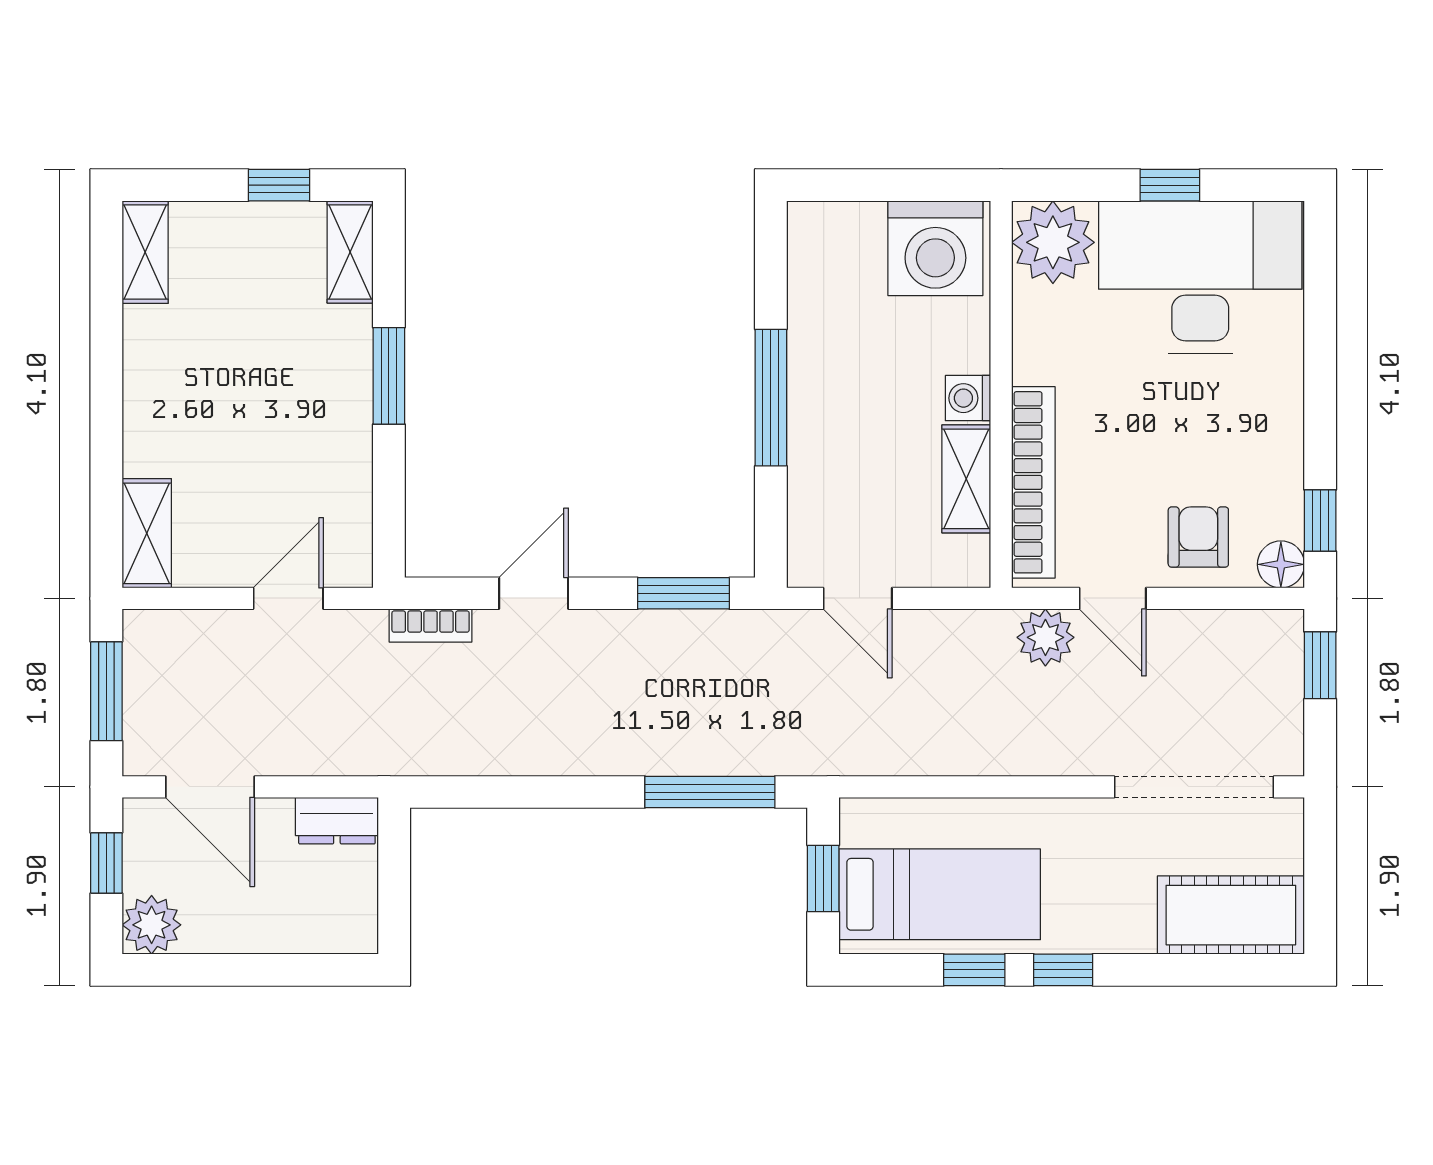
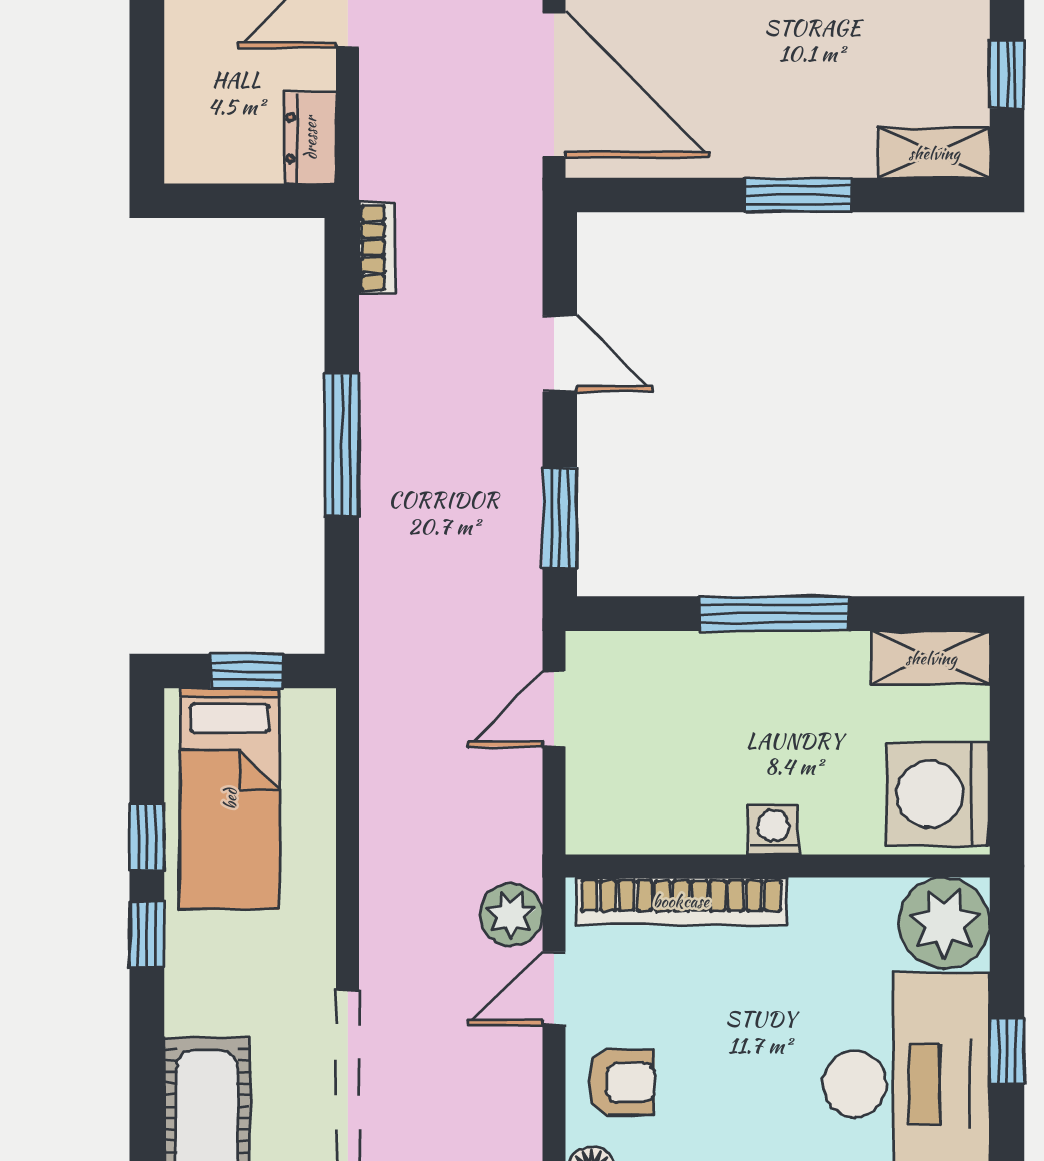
shelving: (966, 479) -> (931, 658), moved
door: (288, 598) -> (554, 85), width x1.87
bookcase: (431, 626) -> (377, 248), moved, turned 180
window: (710, 792) -> (342, 445), moved

